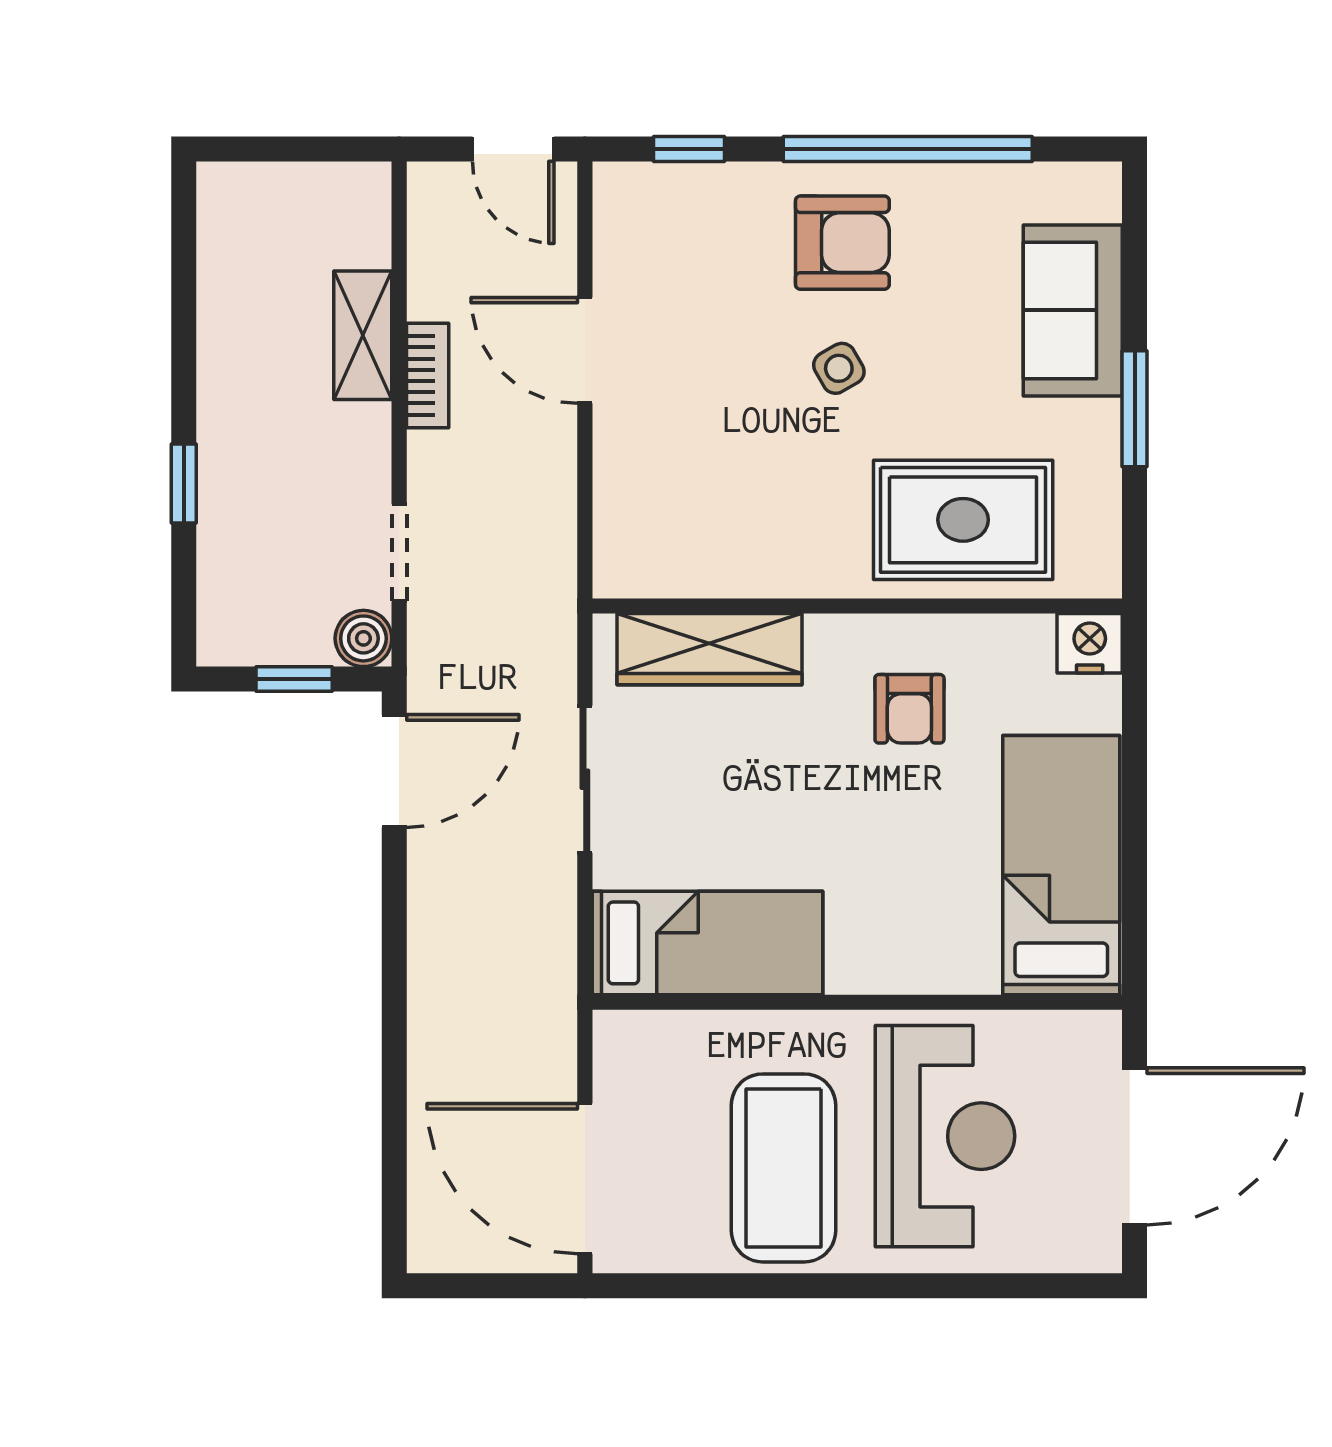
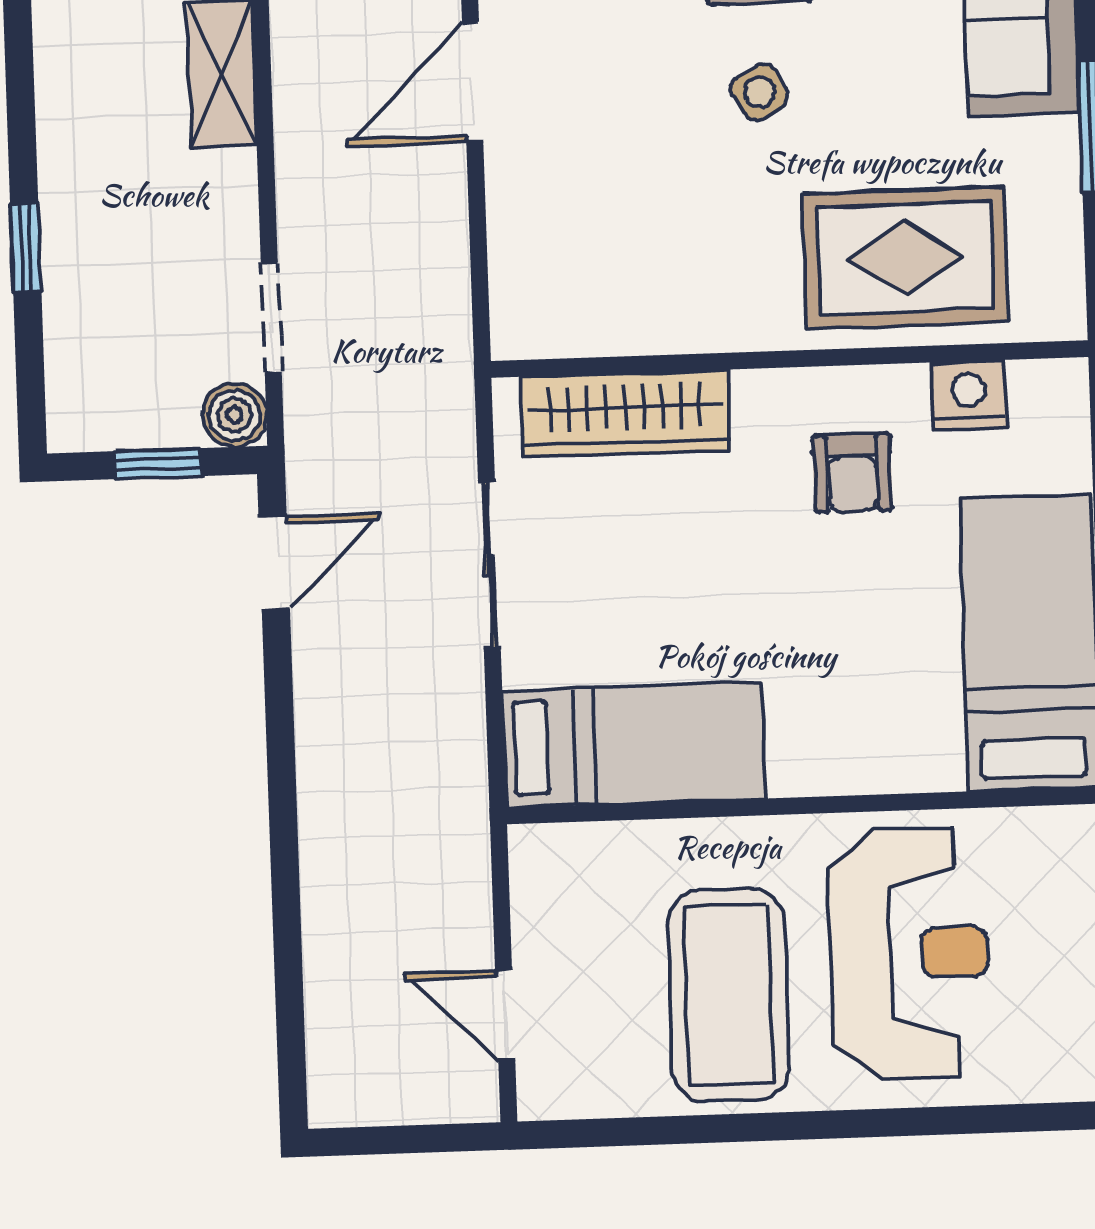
door: (585, 350) -> (473, 82), hinge flipped
bookcase: (428, 375) -> (296, 116), removed
nightstand: (1090, 643) -> (969, 395), moved
door: (394, 771) -> (274, 563), width x0.73
door: (585, 1179) -> (505, 1015), width x0.53

